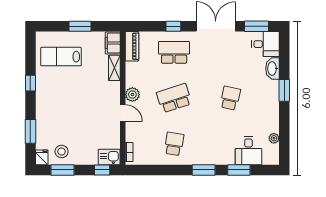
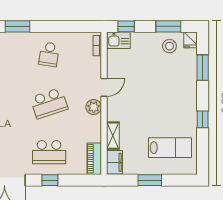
door: (123, 113) -> (104, 87), swing flipped

